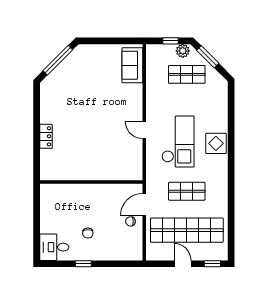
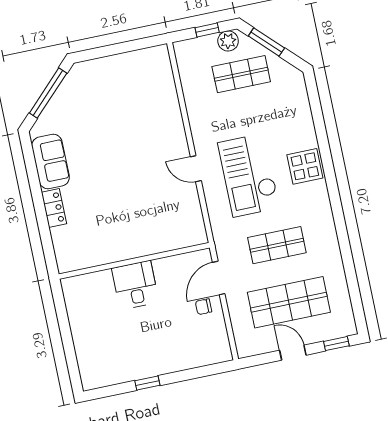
sofa: (132, 65) -> (51, 161), moved, turned 180
checkout: (178, 142) -> (249, 175), turned 180
shop shelf: (187, 230) -> (289, 302), width x0.71
chair: (88, 233) -> (145, 337), removed
desk: (54, 247) -> (135, 285), moved, turned 90

